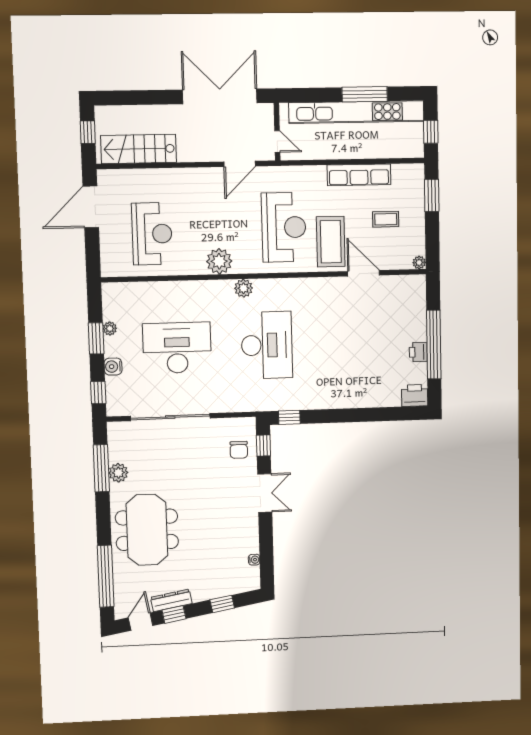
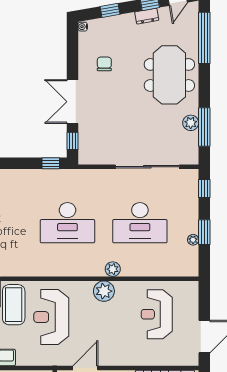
plant: (244, 288) -> (113, 269), moved
desk: (267, 345) -> (67, 223), turned -90
water cooler: (113, 367) -> (192, 209), removed
chair: (239, 450) -> (104, 64), moved
double door: (265, 493) -> (72, 102), width x1.37
water cooler: (254, 560) -> (83, 27), moved
dresser: (171, 600) -> (147, 16), width x0.70

